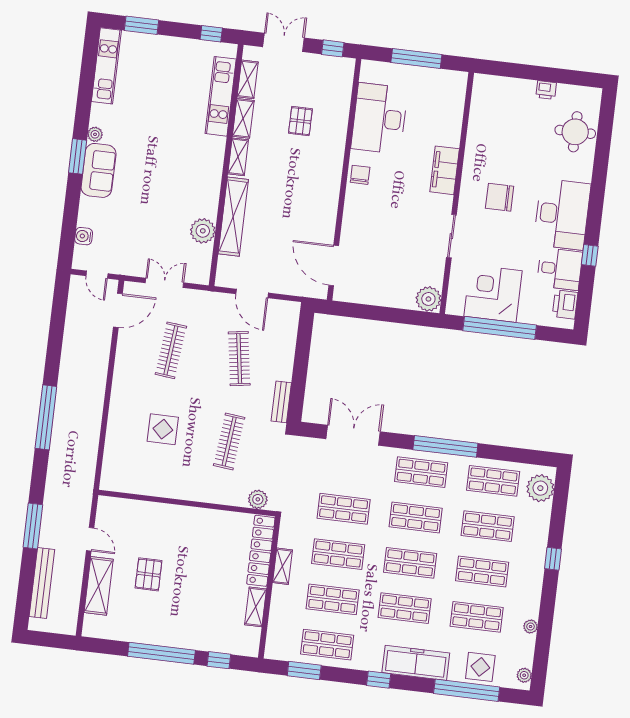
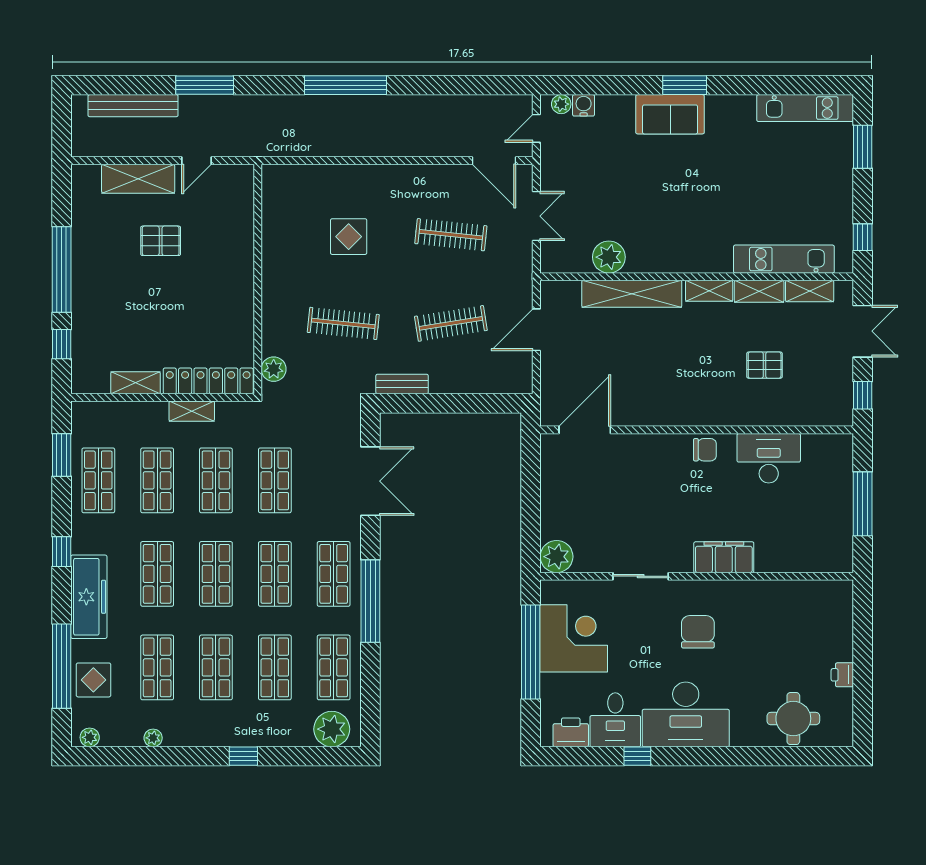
desk: (379, 118) -> (769, 458), width x0.73, depth x0.77
plant: (95, 134) -> (561, 104), moved

